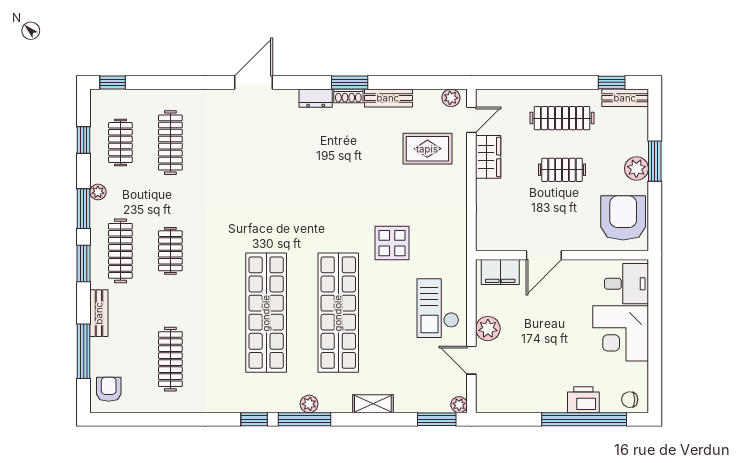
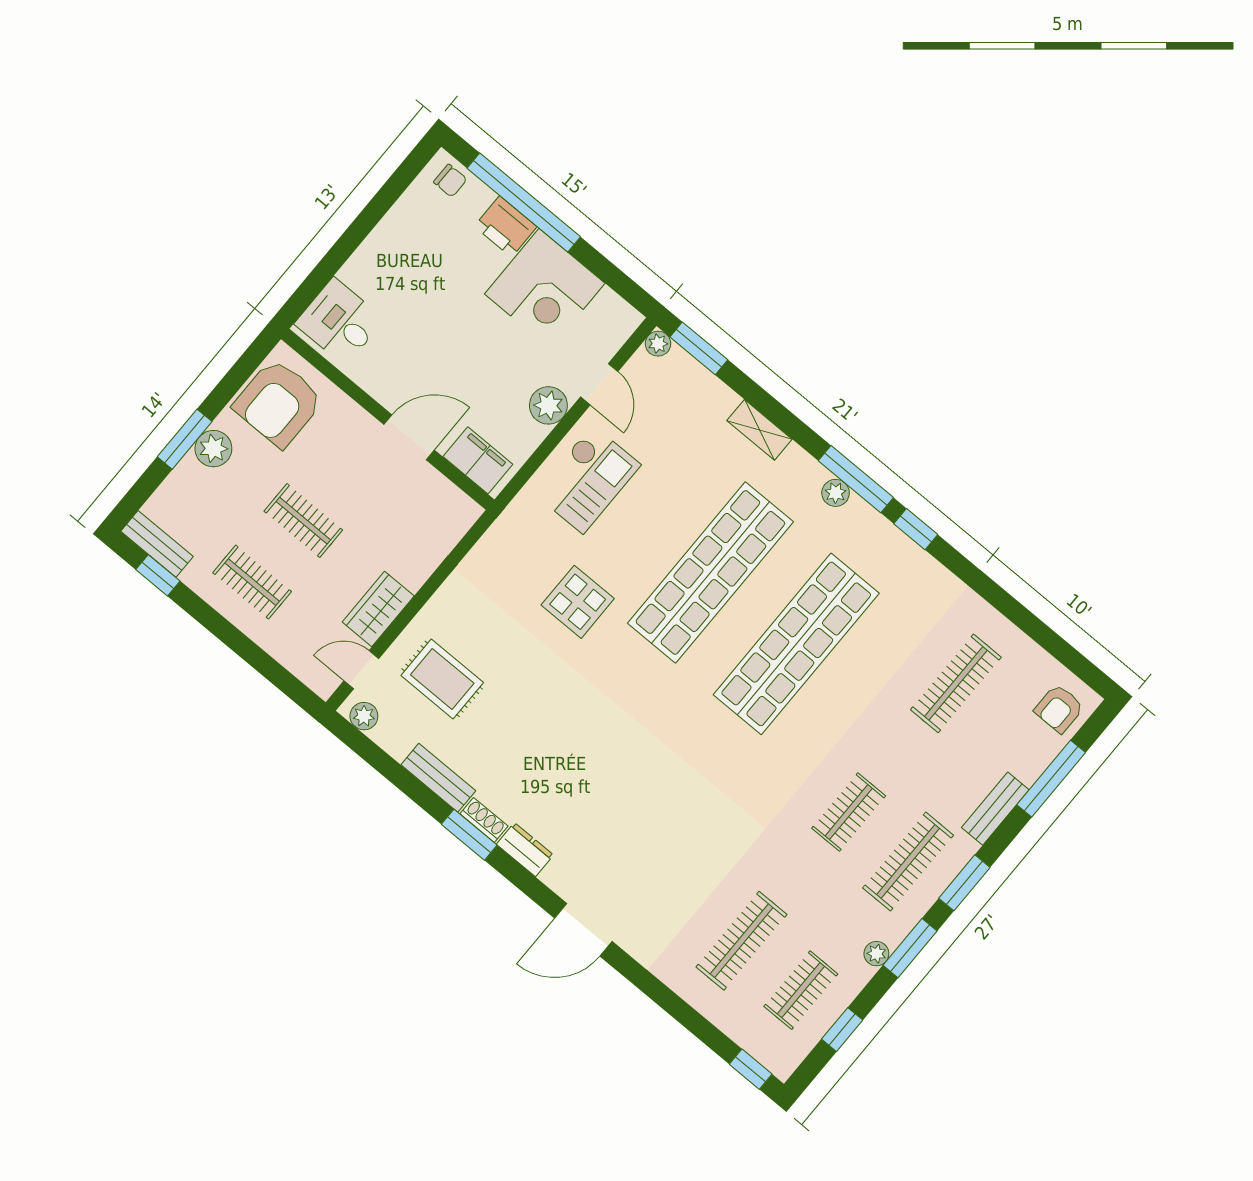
clothes rail: (562, 118) -> (252, 582), width x0.73
corner desk: (621, 333) -> (545, 289), moved, turned 90

